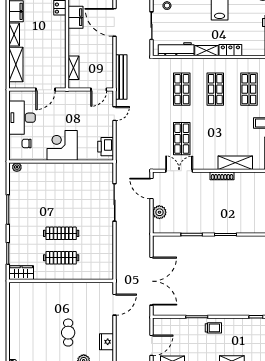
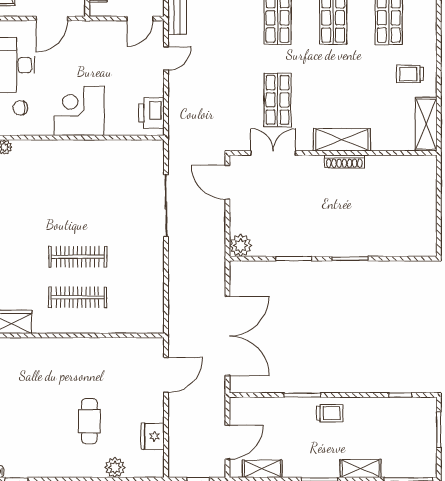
shelving: (235, 163) -> (342, 140), moved
plant: (159, 212) -> (241, 246), moved

